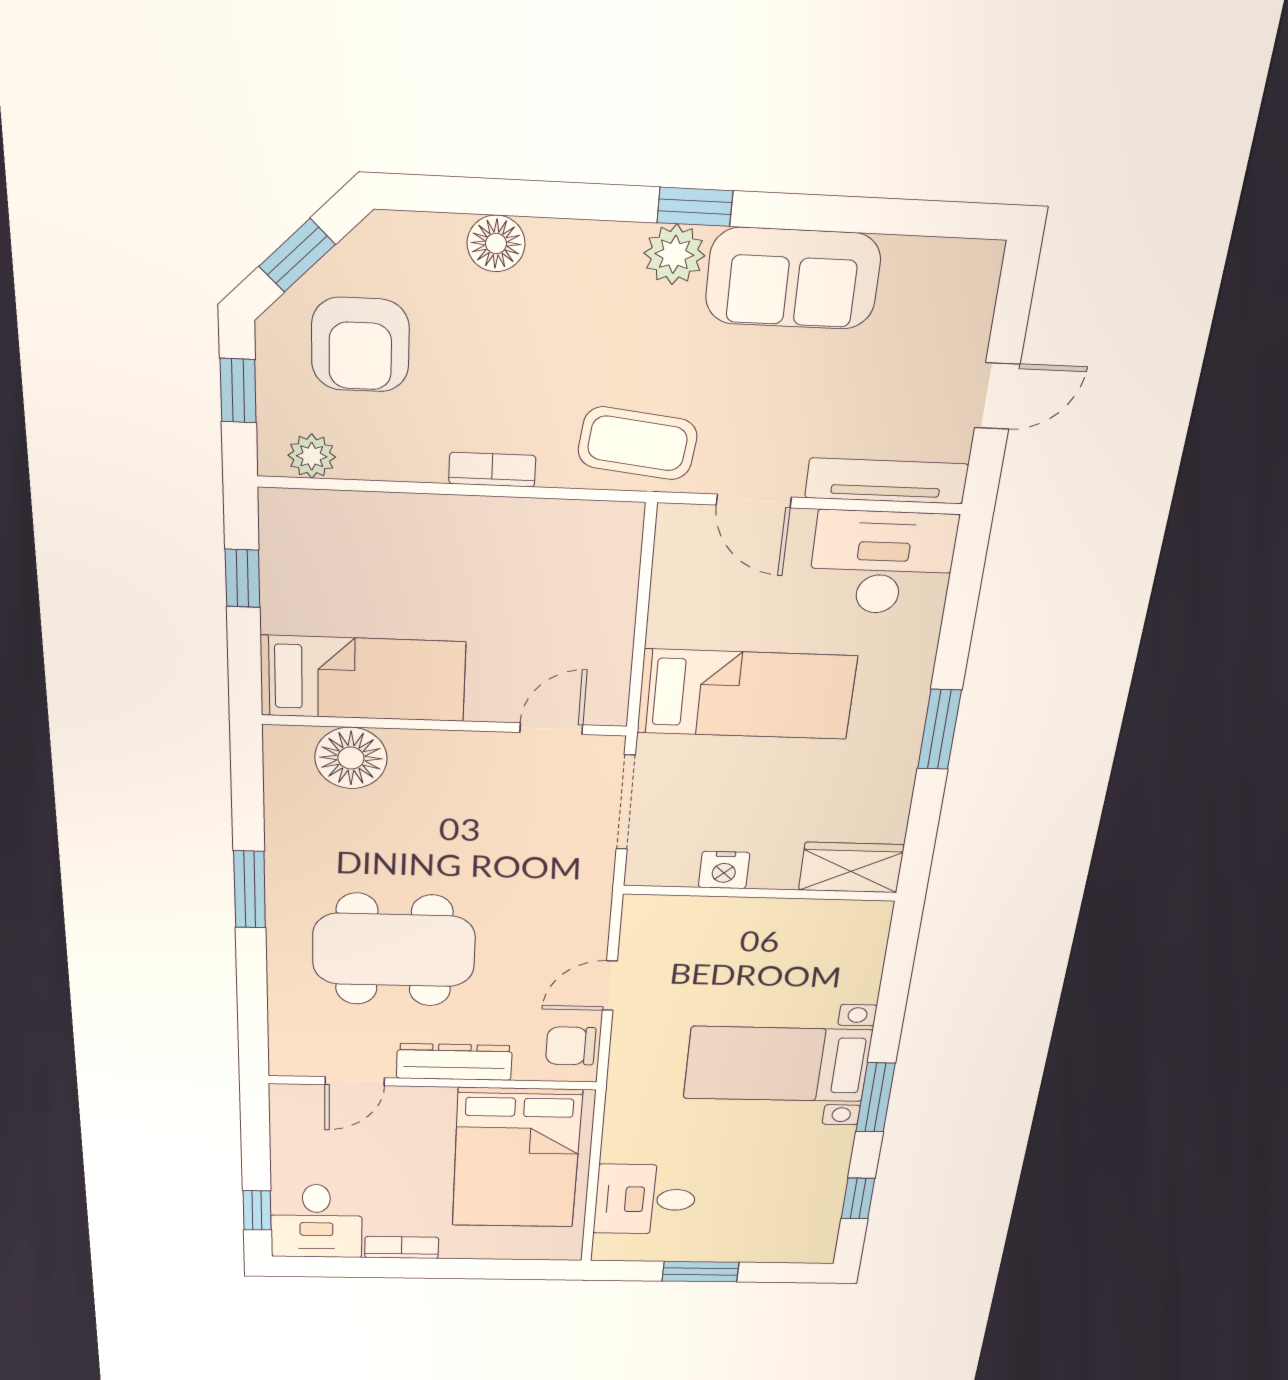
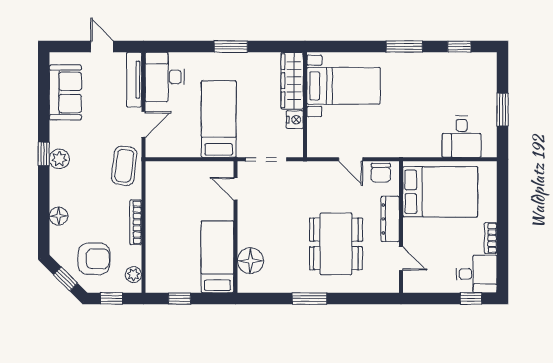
sofa: (793, 279) -> (65, 92), moved
bookcase: (492, 470) -> (136, 222), width x1.56
wardrobe: (851, 867) -> (292, 81), width x1.50
bed with nightstands: (778, 1064) -> (344, 86), moved, turned -90

